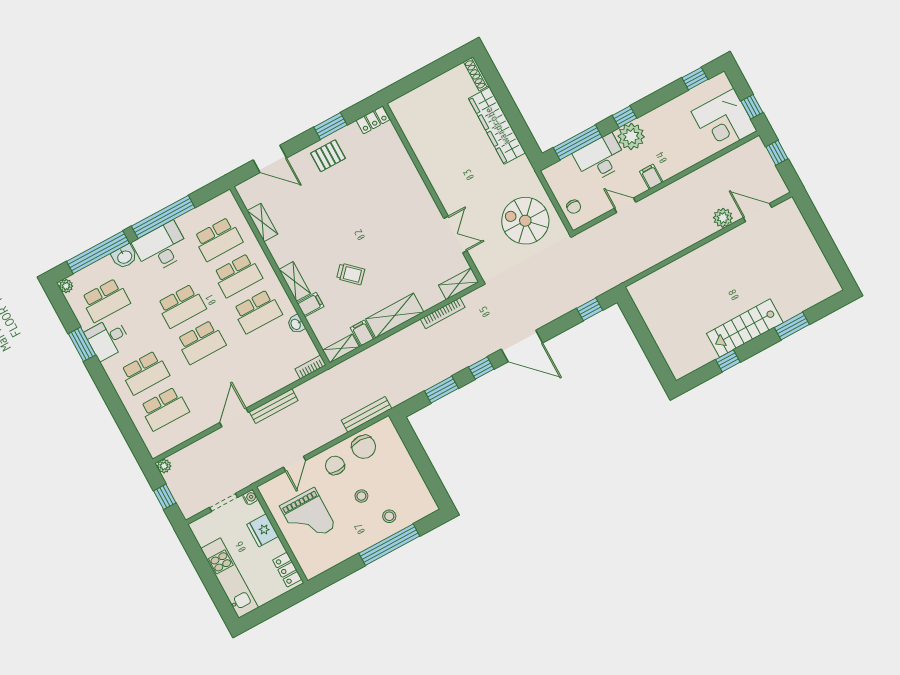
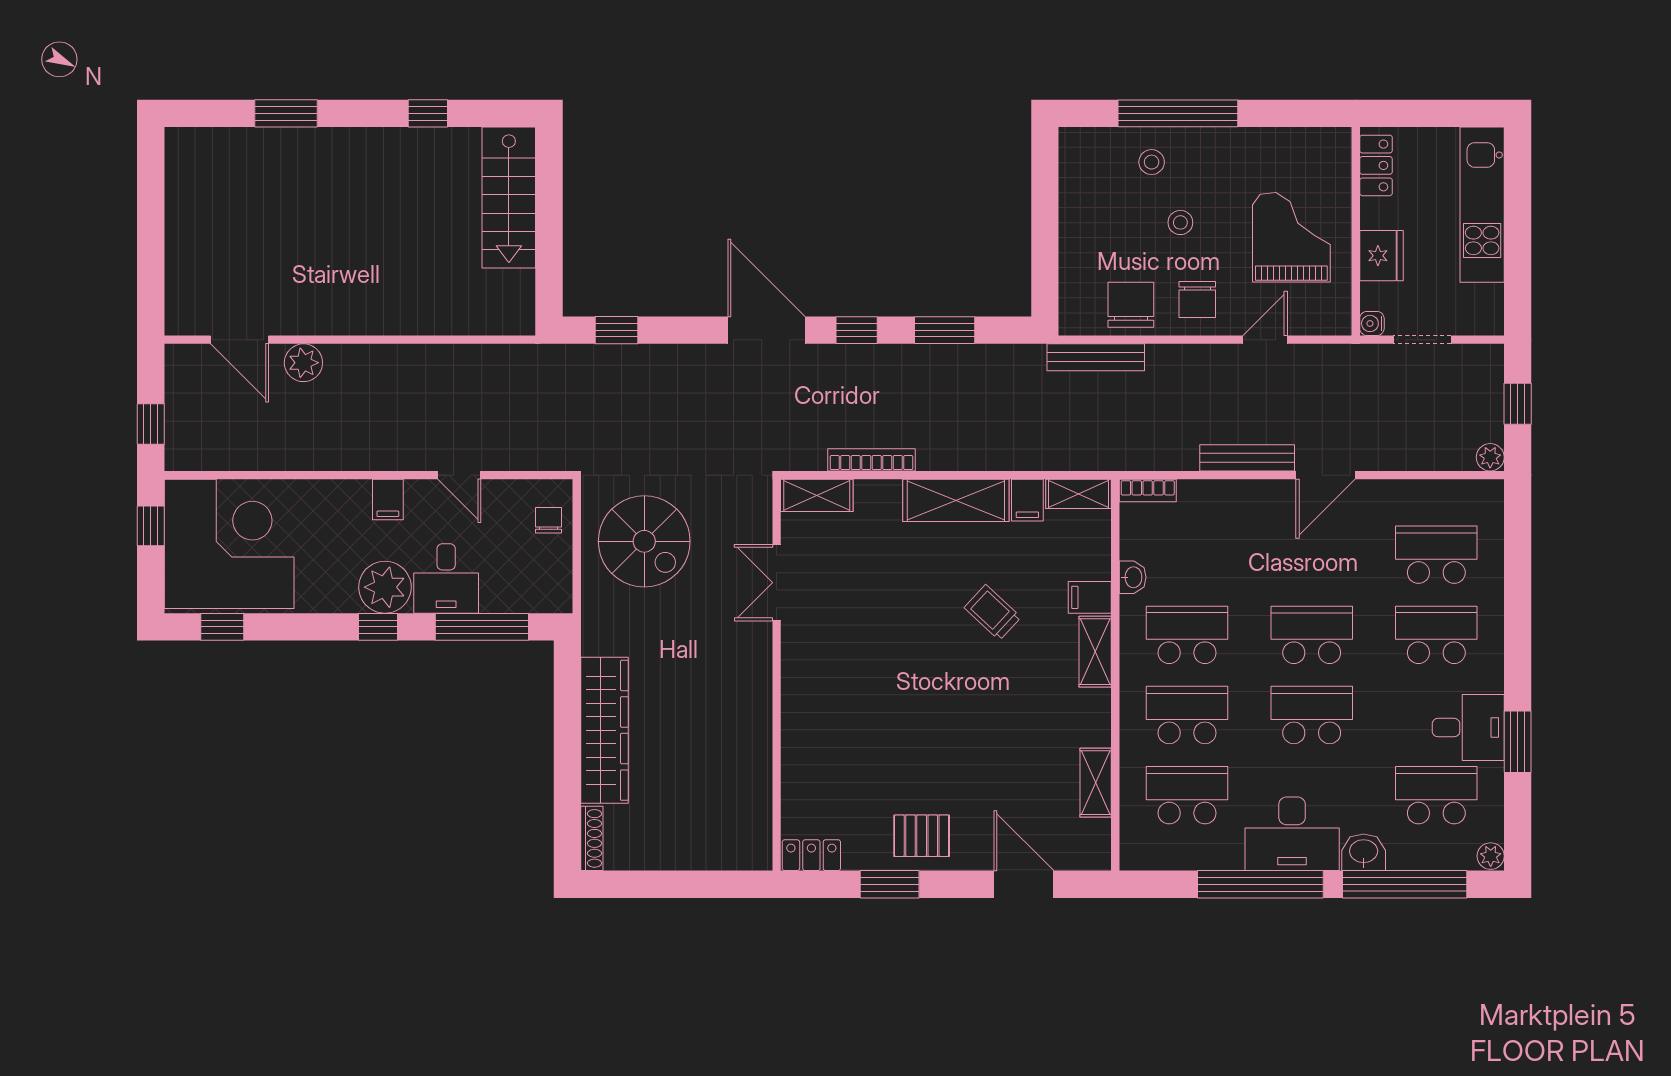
corner desk: (724, 121) -> (229, 544), width x1.36, depth x1.36
desk: (600, 158) -> (446, 578), width x0.73
stairs: (745, 328) -> (509, 198), moved, turned 90

